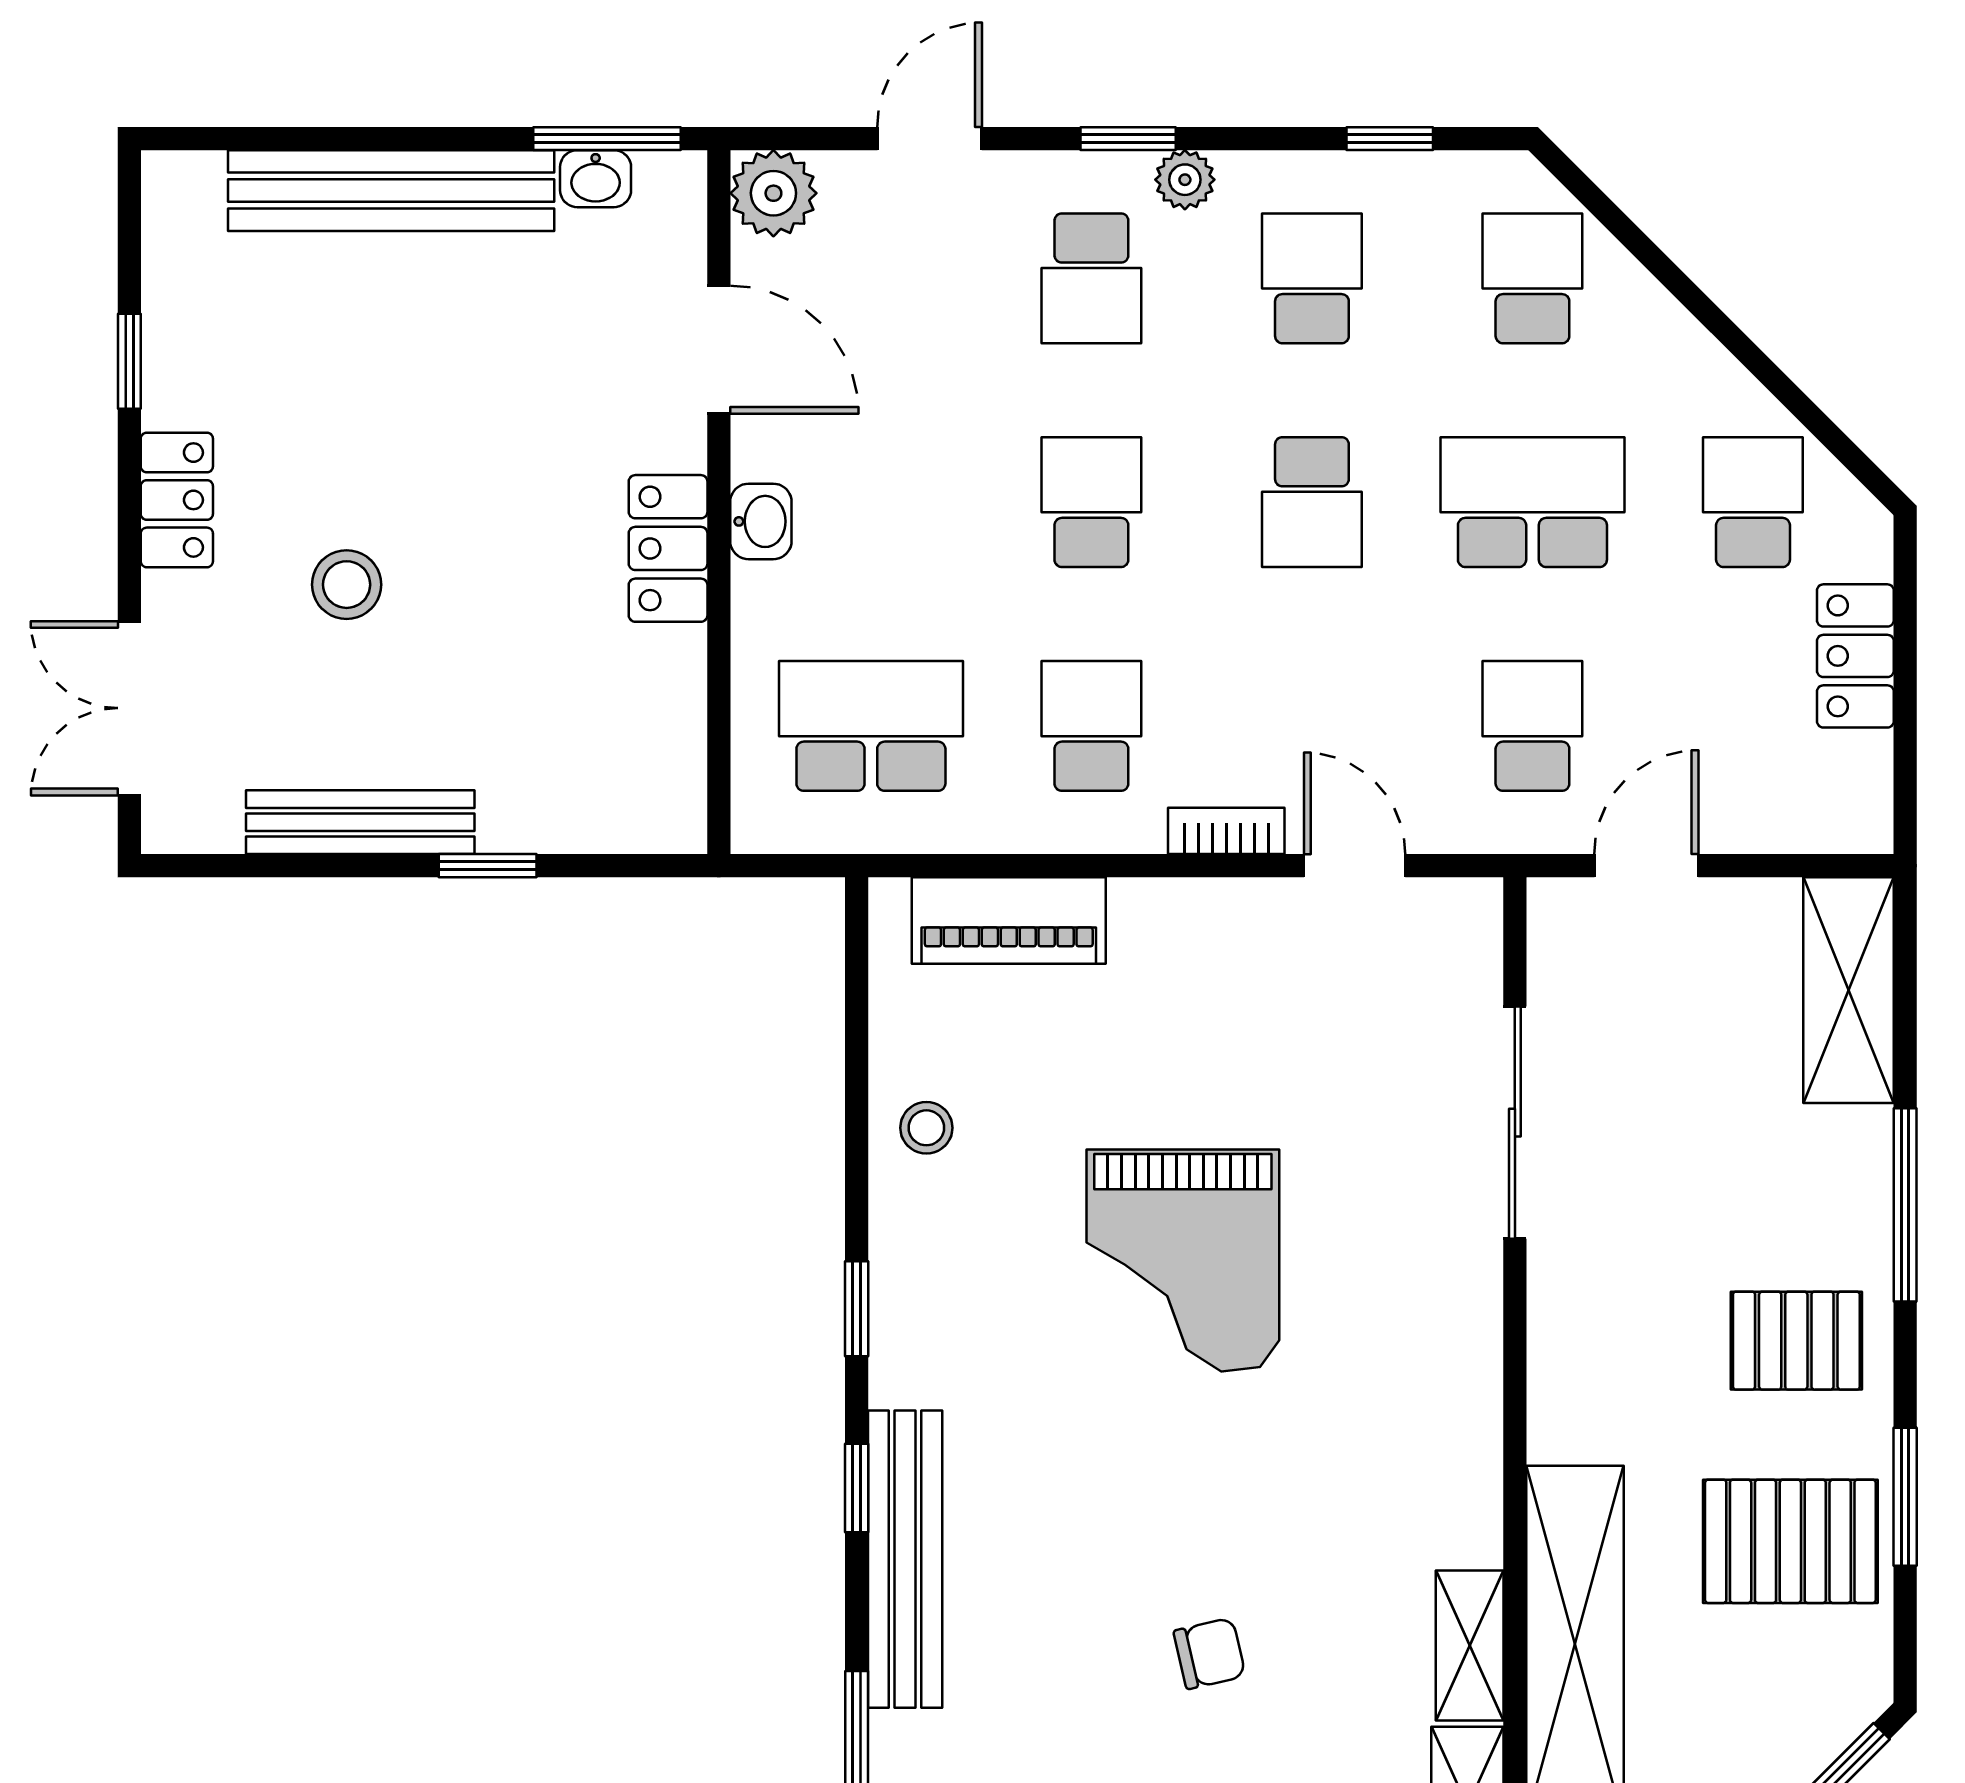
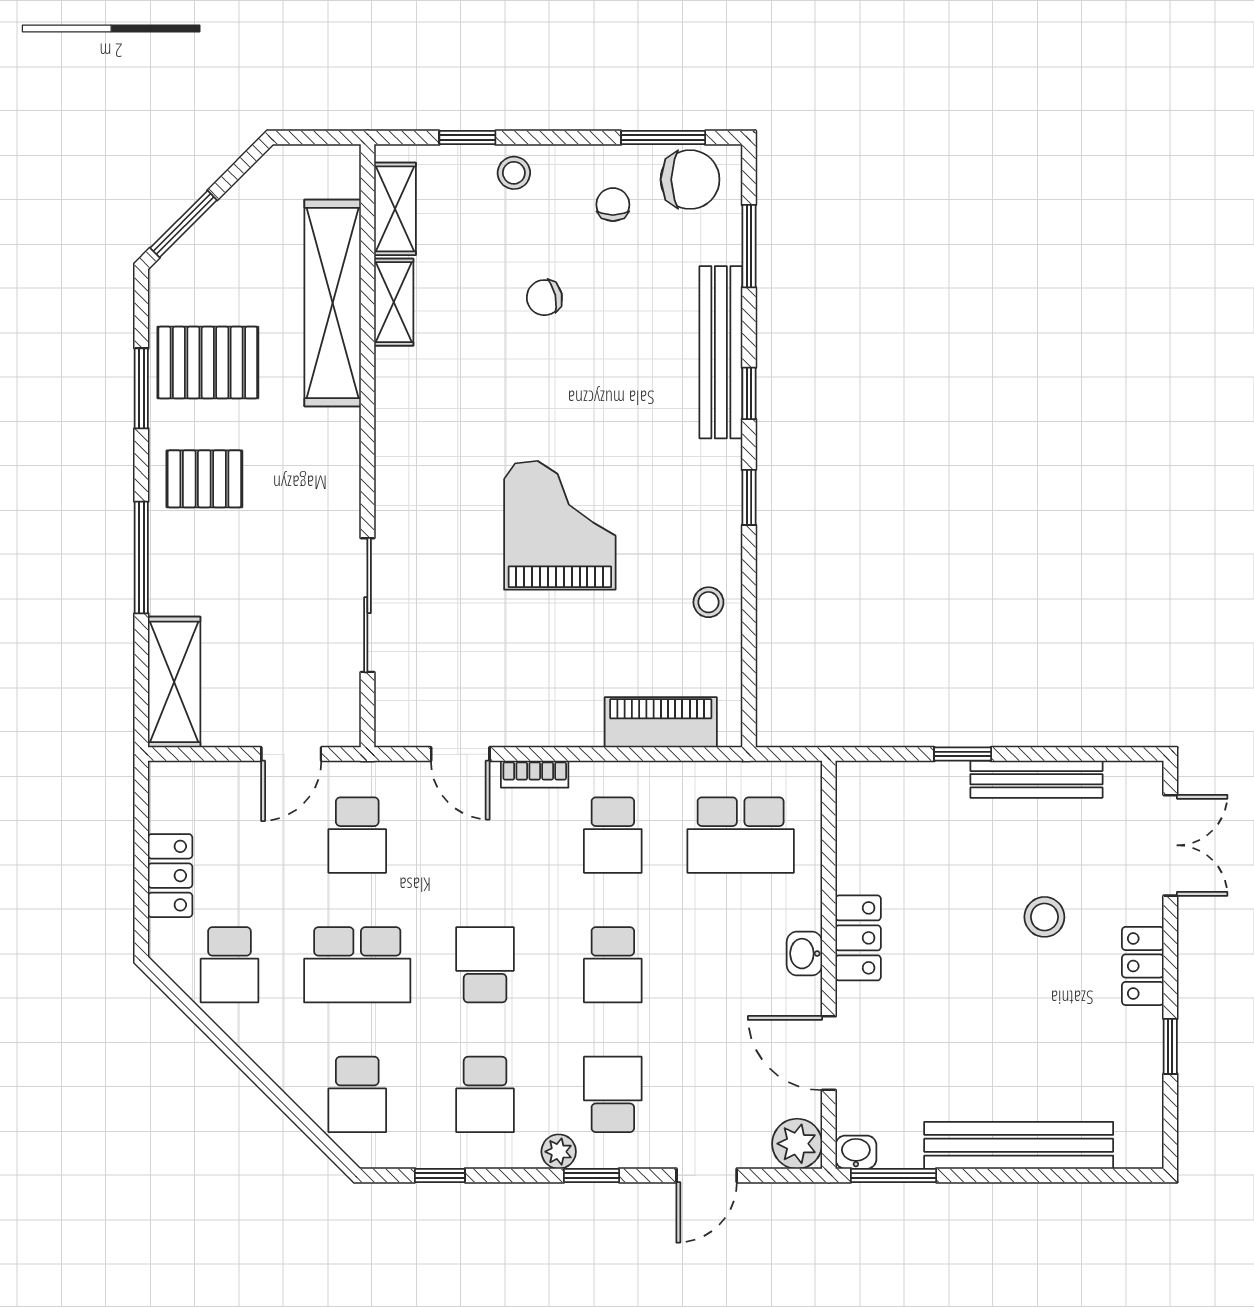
washbasin: (596, 179) -> (856, 1152), moved

